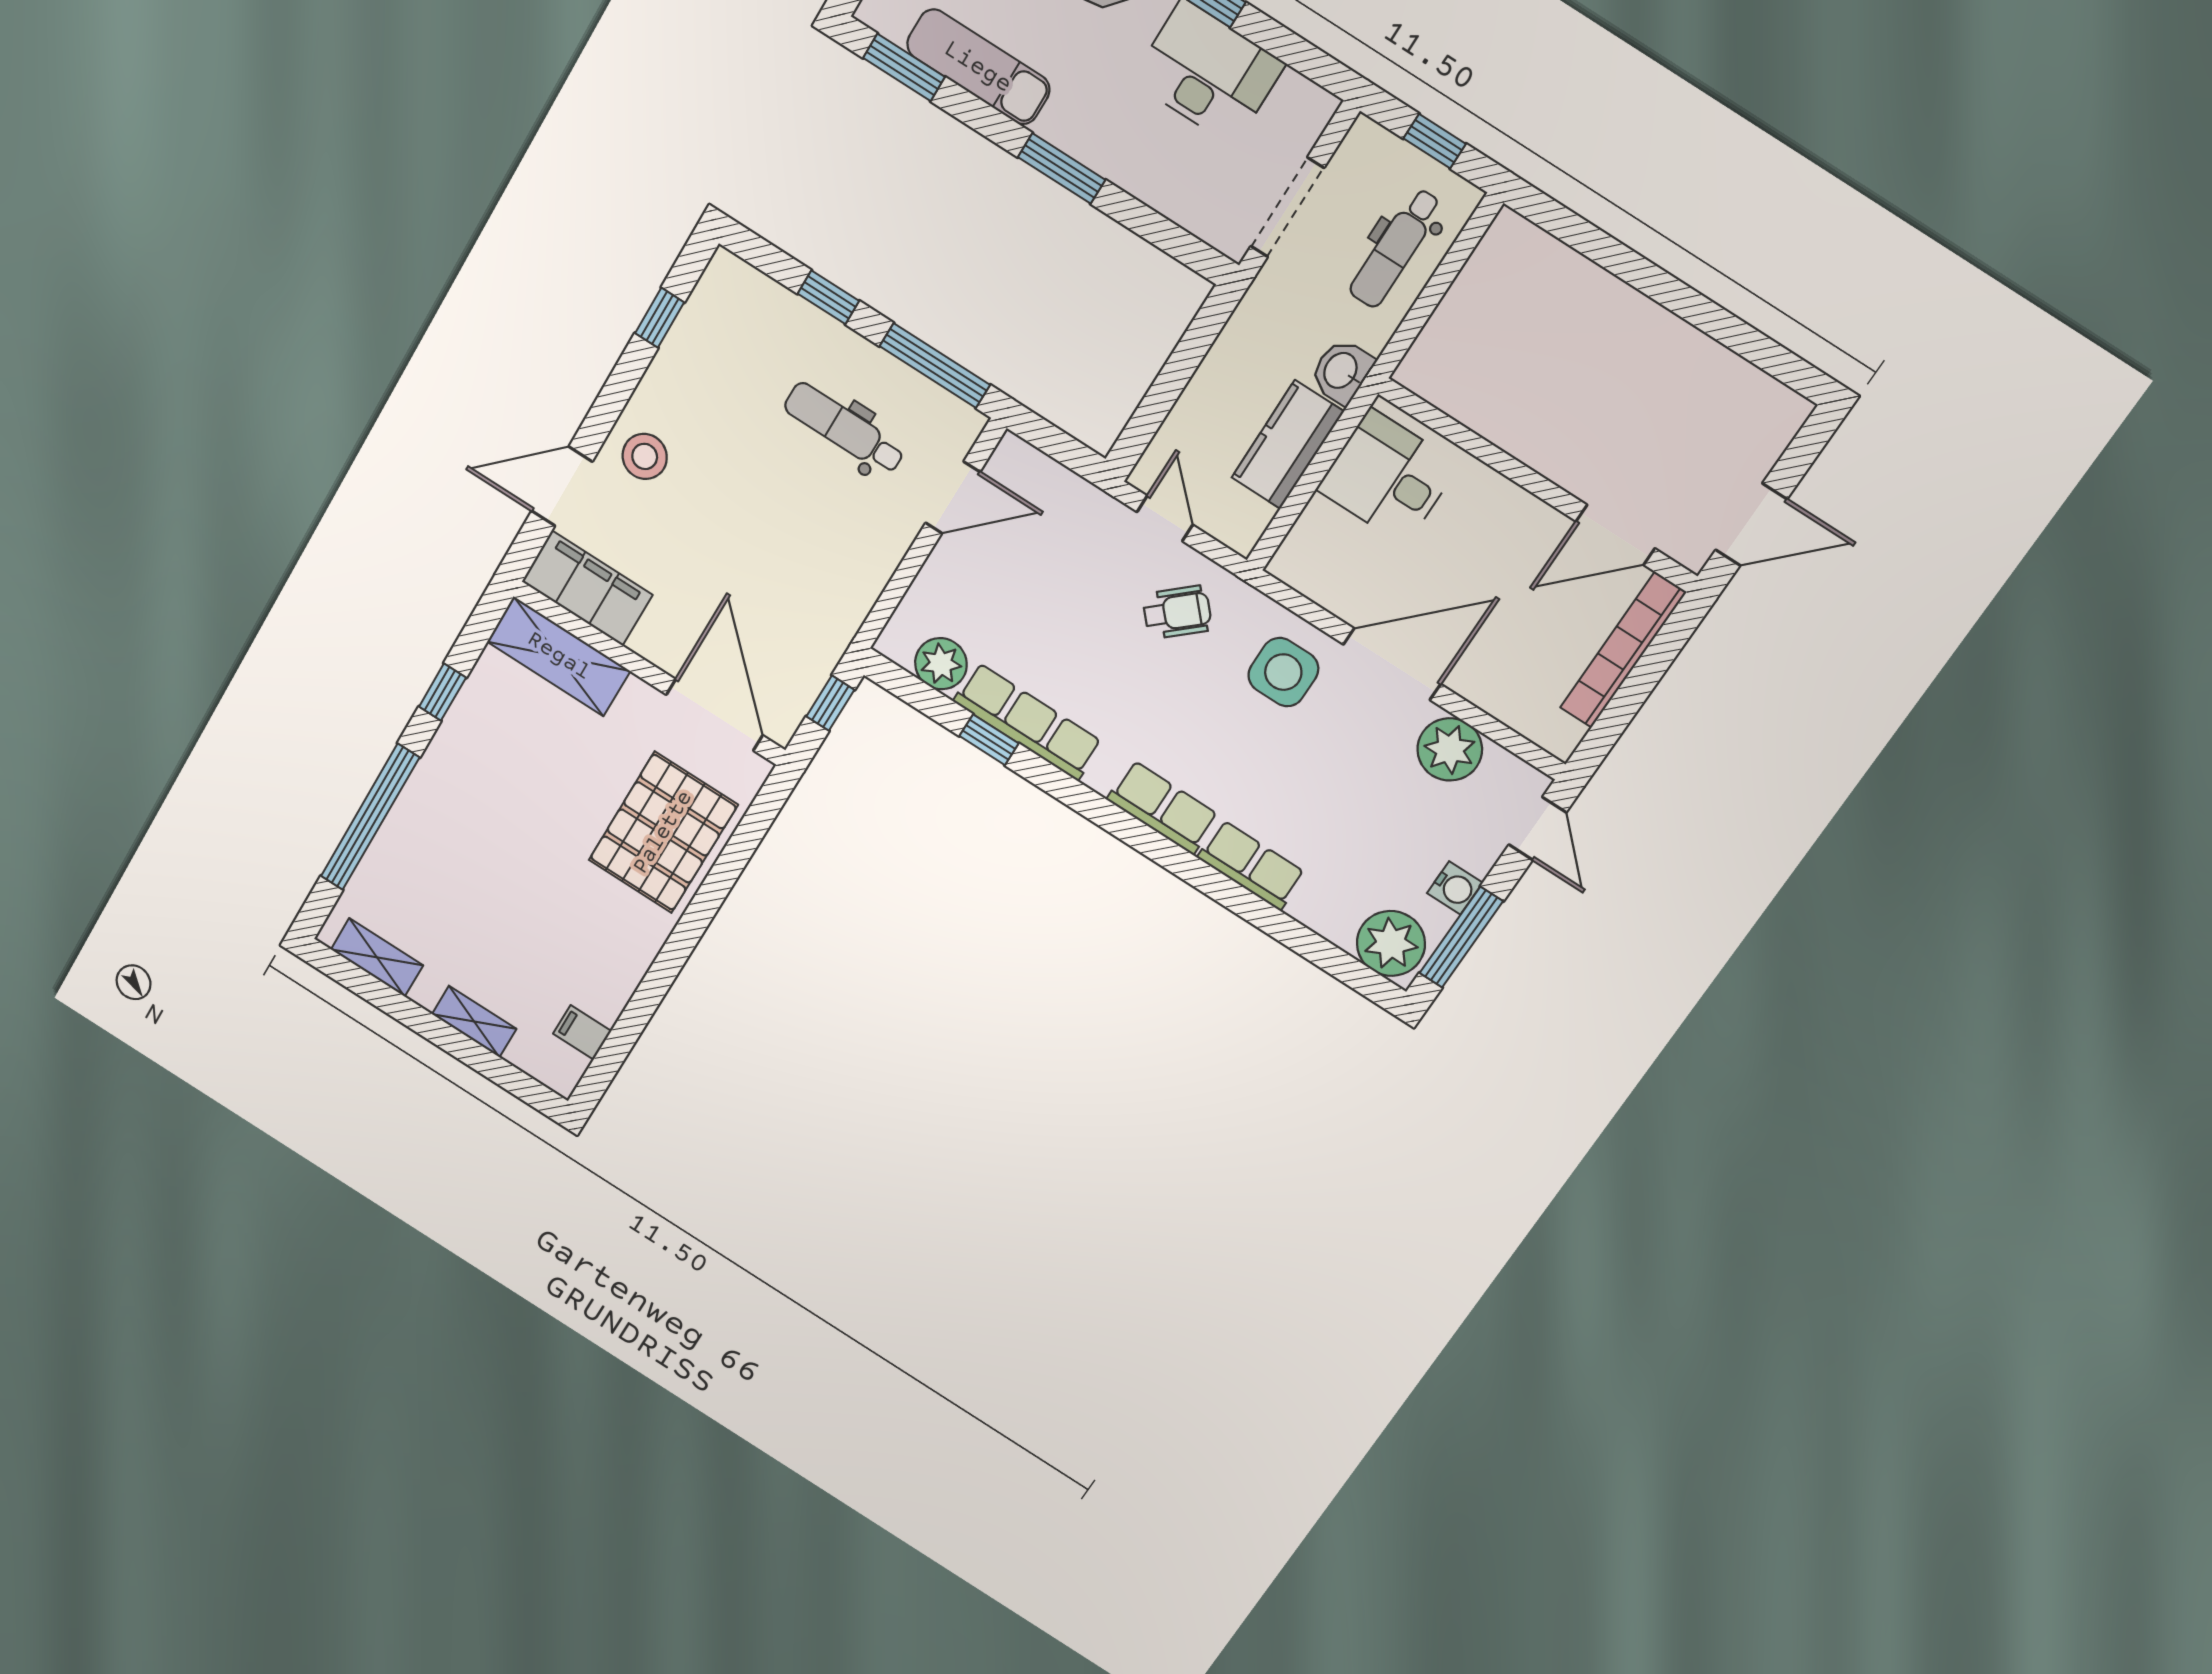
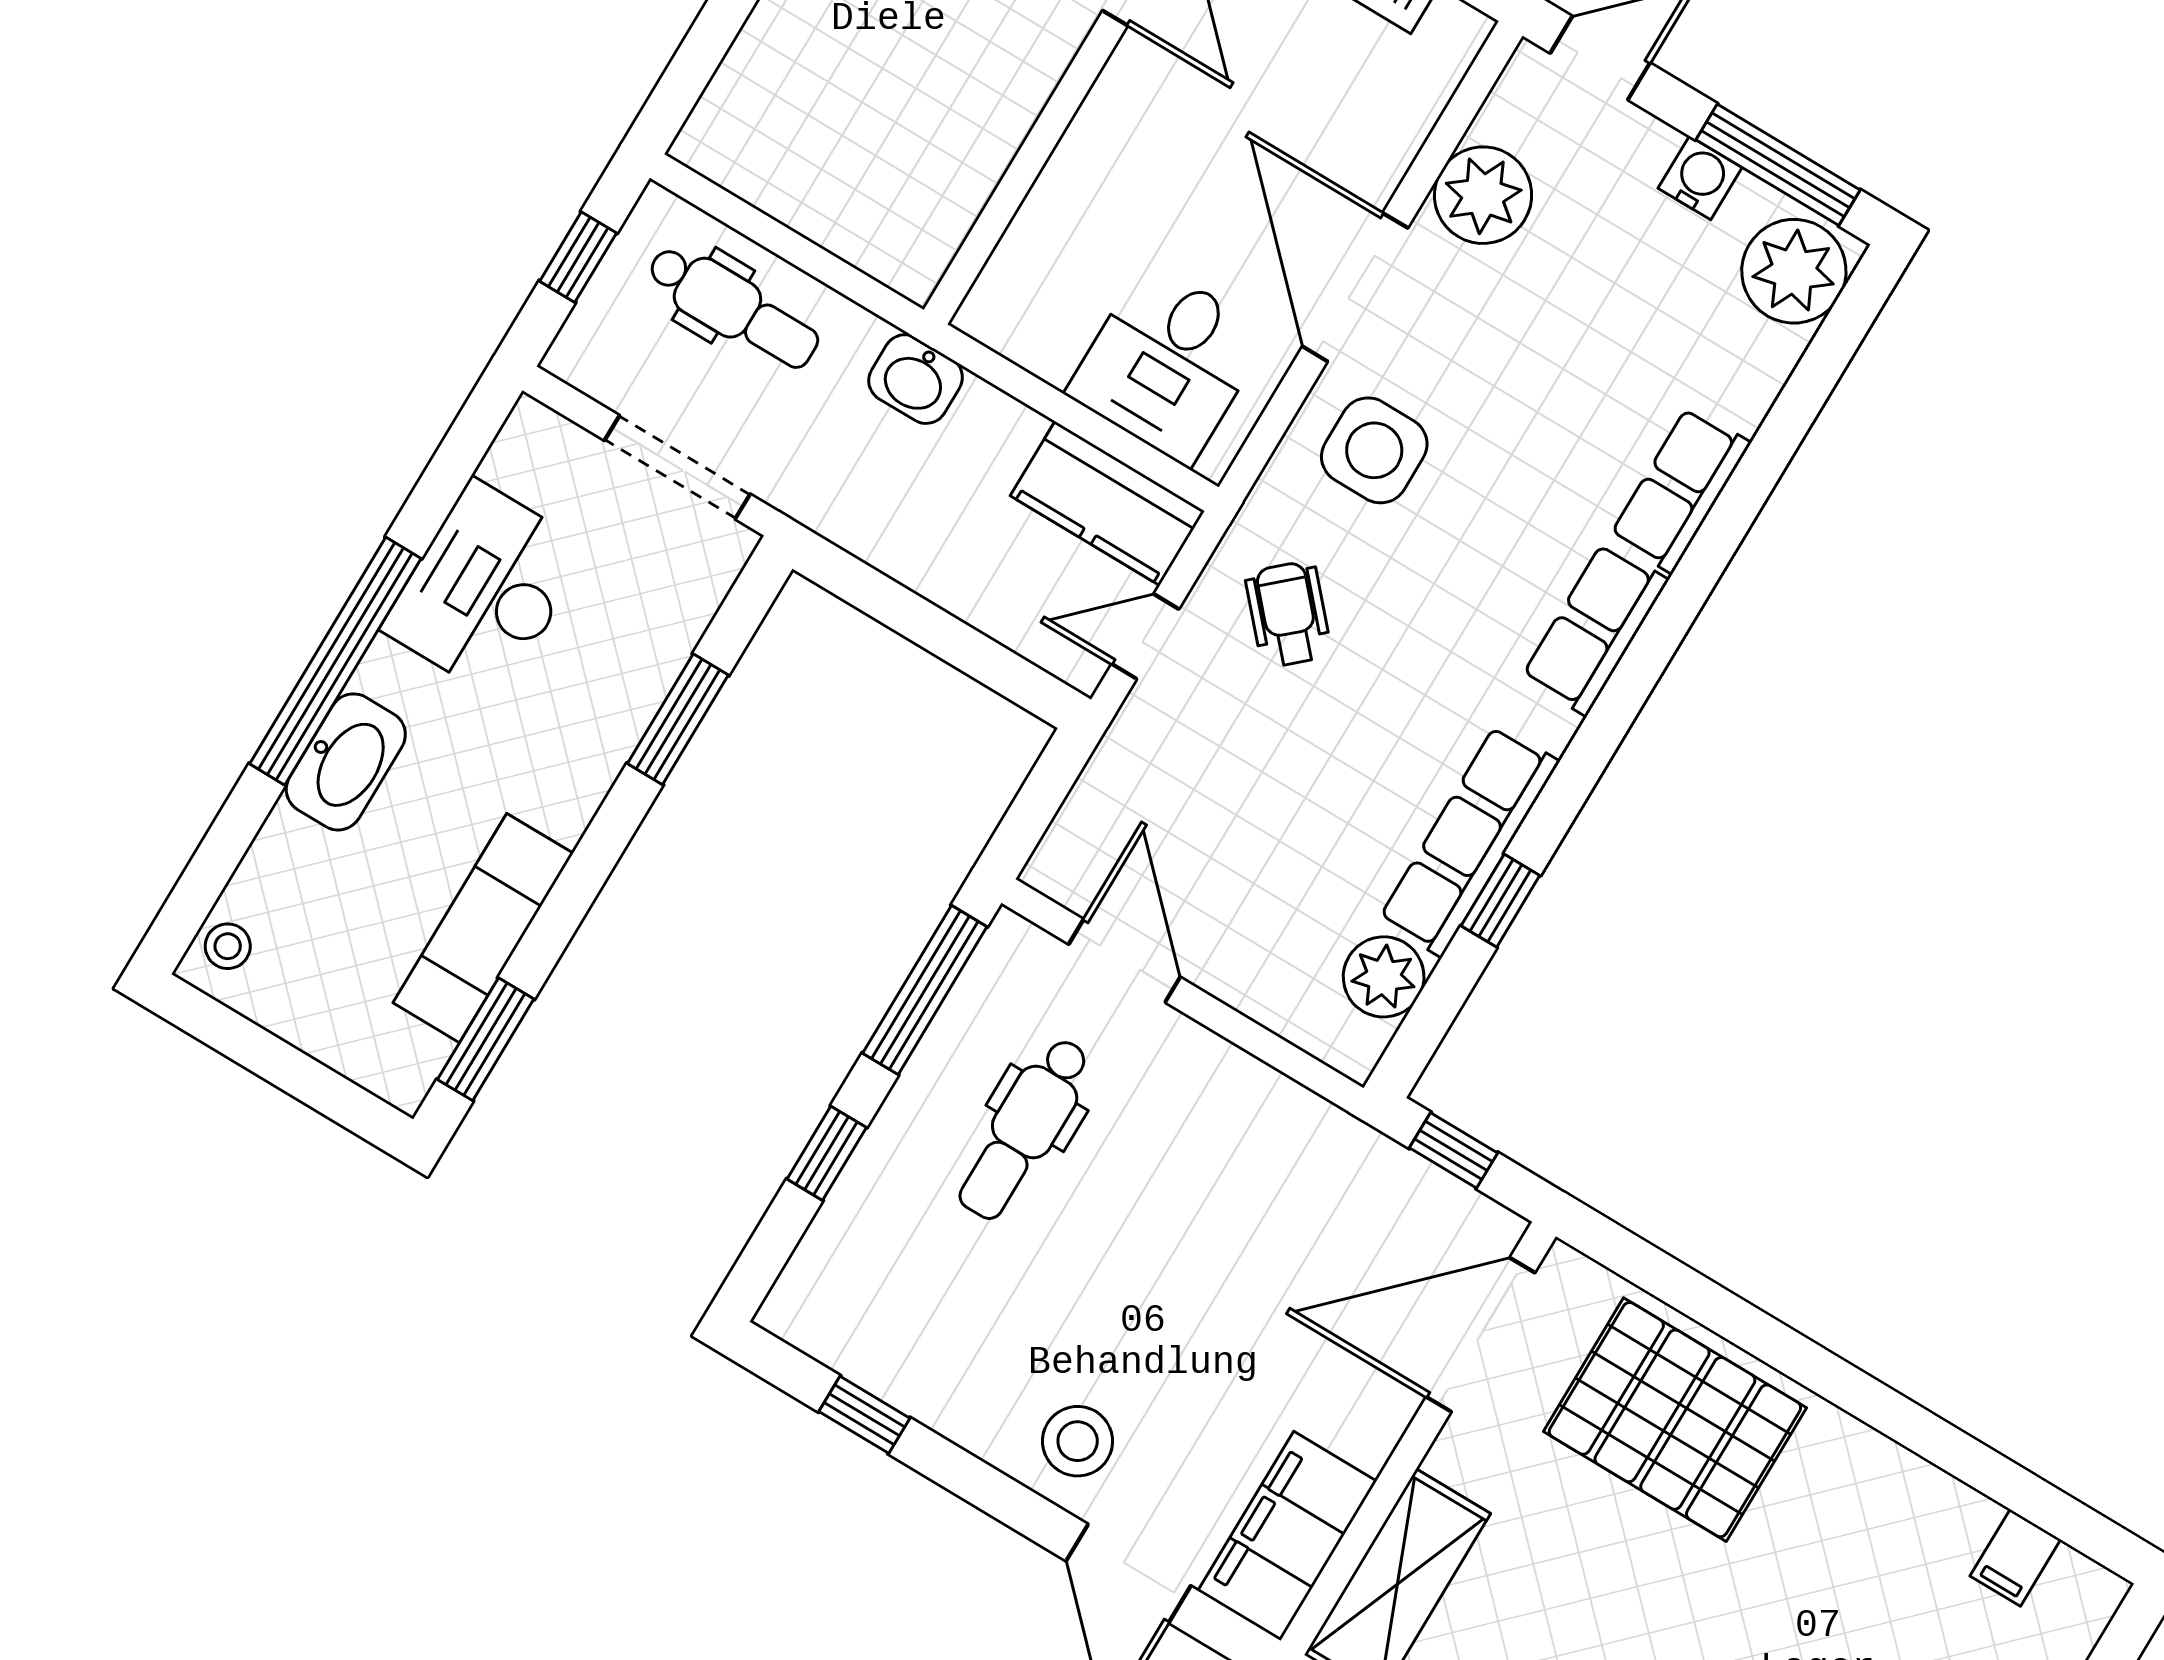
window: (1062, 168) -> (678, 719), moved
kitchen counter: (1288, 445) -> (1107, 503), moved
desk: (1388, 477) -> (1168, 363), moved

